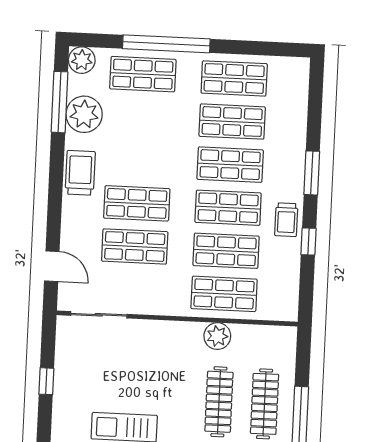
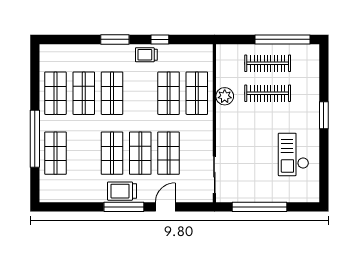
plant: (82, 60) -> (48, 194), removed
window: (60, 102) -> (124, 207), moved
plant: (84, 114) -> (84, 190), removed
shop shelf: (228, 208) -> (112, 153), moved
trolley: (286, 220) -> (146, 55), turned 180
door: (52, 266) -> (165, 207), moved
window: (46, 381) -> (259, 207), width x3.17

